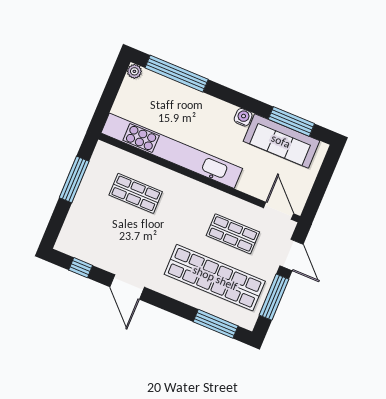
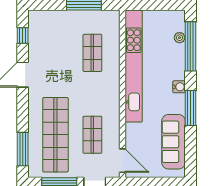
plant: (134, 71) -> (180, 38), moved
water cooler: (243, 117) -> (179, 87), moved
window: (291, 121) -> (190, 108), moved
door: (279, 211) -> (123, 161), hinge flipped

